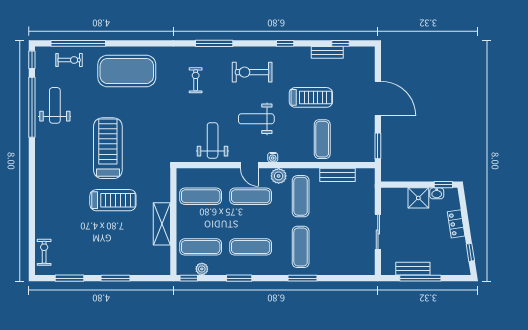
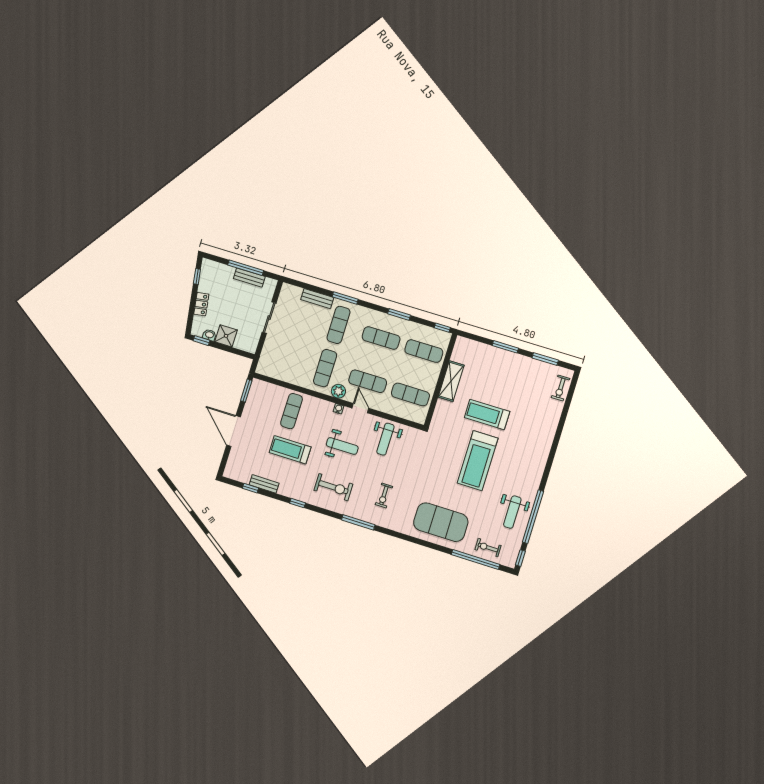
bench: (337, 175) -> (317, 299), moved
plant: (202, 269) -> (429, 332), removed

